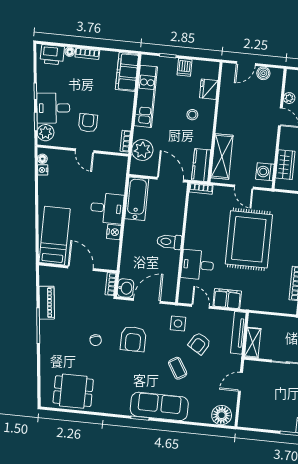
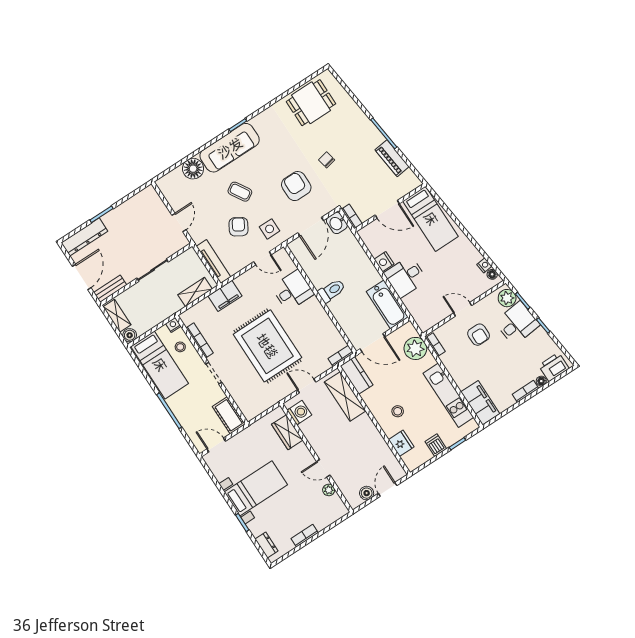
filing cabinet: (227, 299) -> (225, 296), moved
shelving: (253, 343) -> (195, 292), moved, turned 90
floor lamp: (222, 415) -> (193, 169), moved

